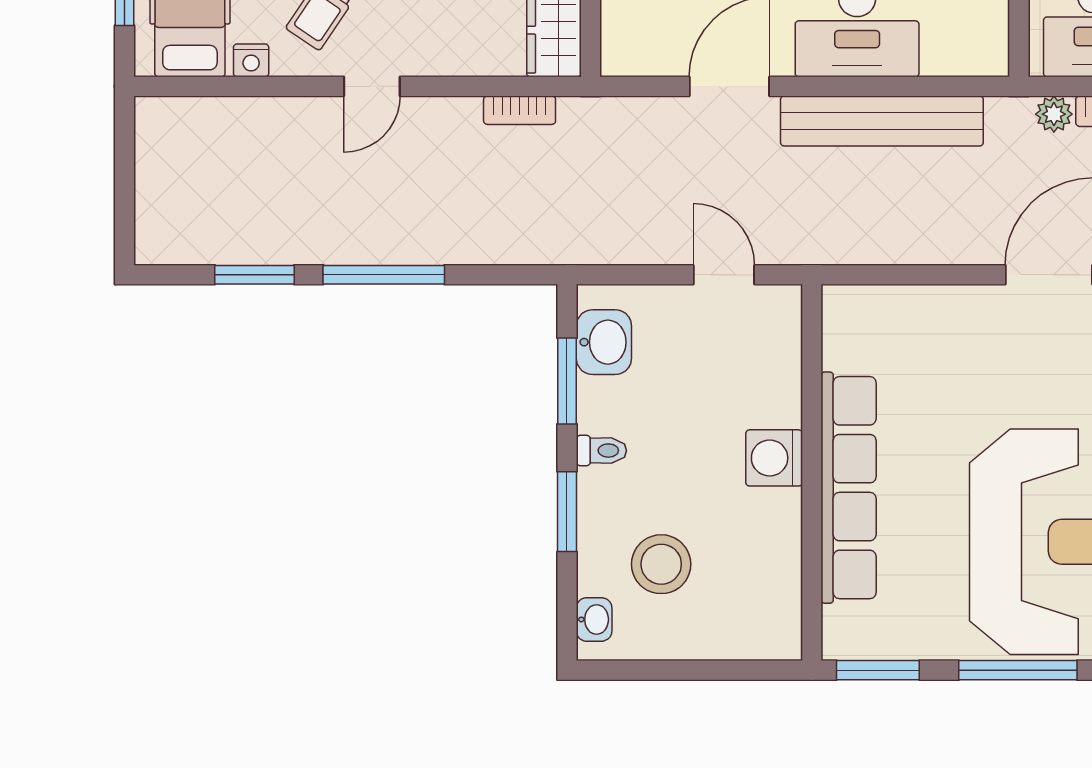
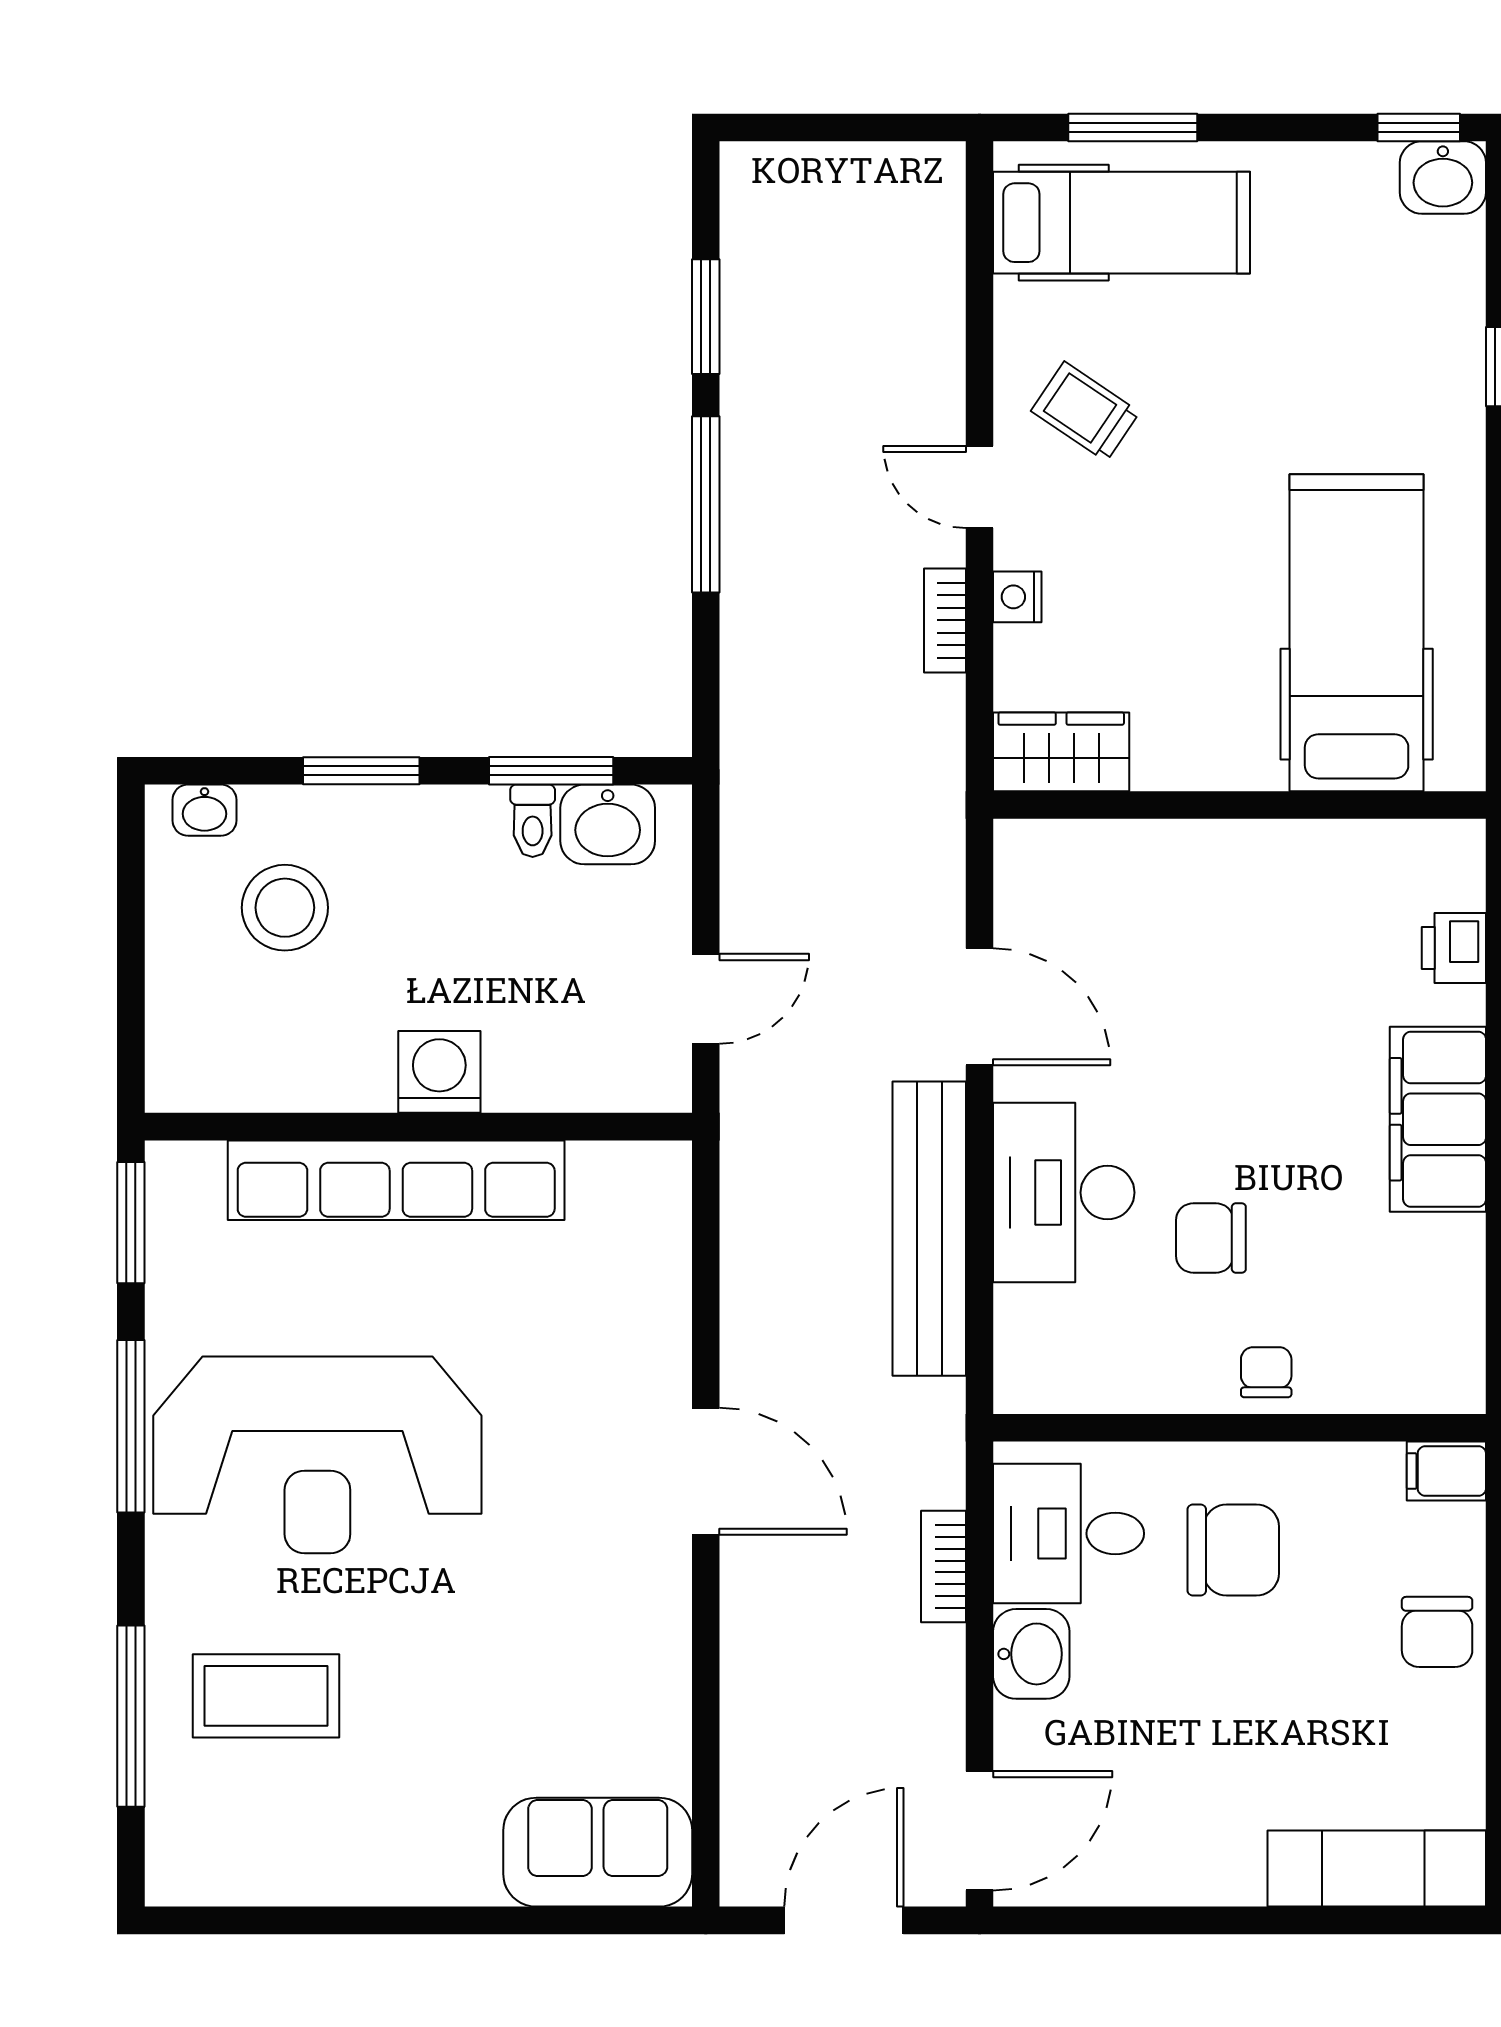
nightstand: (251, 60) -> (1017, 597), moved
bookcase: (520, 110) -> (945, 620), moved
plant: (1054, 114) -> (939, 1479), removed
toilet: (601, 451) -> (533, 821), moved

